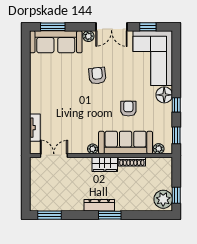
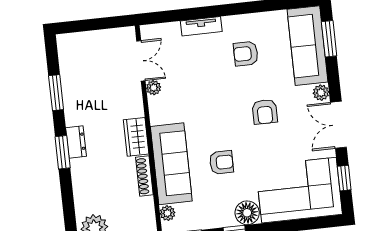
armchair: (97, 76) -> (265, 112), turned 96
armchair: (57, 84) -> (246, 54), added
tv unit: (35, 128) -> (201, 26), moved
plant: (93, 149) -> (154, 88), moved
dresser: (99, 205) -> (76, 142), width x0.70
window: (49, 215) -> (56, 93), moved

